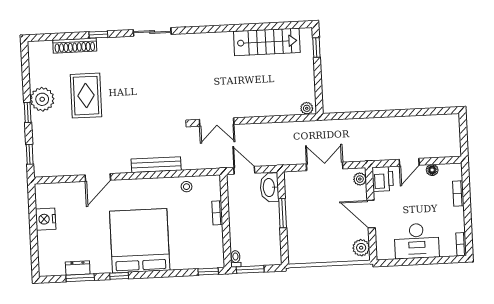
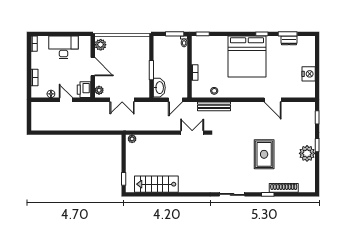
rug: (86, 96) -> (264, 154), moved
door: (409, 162) -> (66, 100), hinge flipped
bench: (156, 165) -> (214, 106), moved
door: (244, 170) -> (175, 100), hinge flipped
door: (98, 177) -> (273, 100), swing flipped

